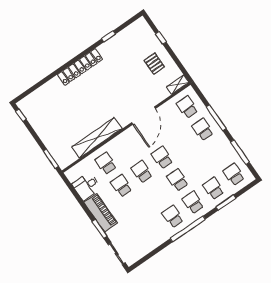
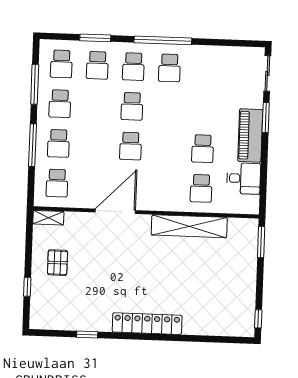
school desk: (142, 172) -> (60, 104), moved

